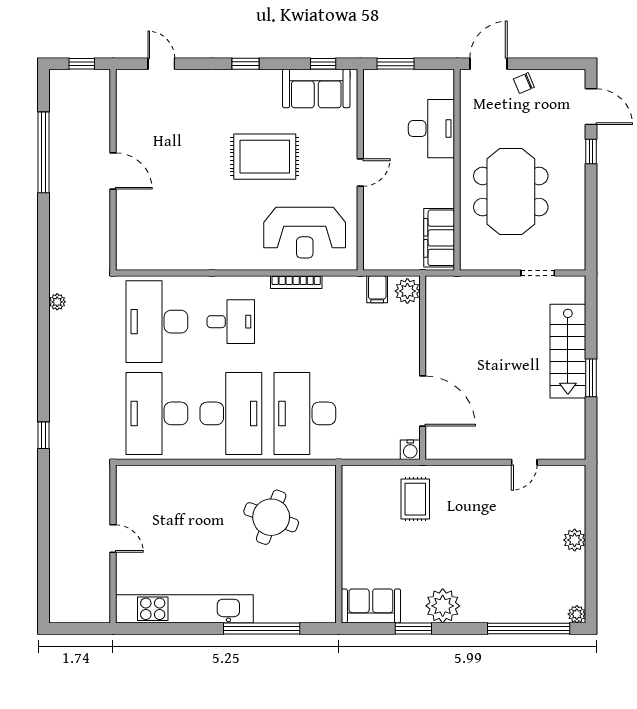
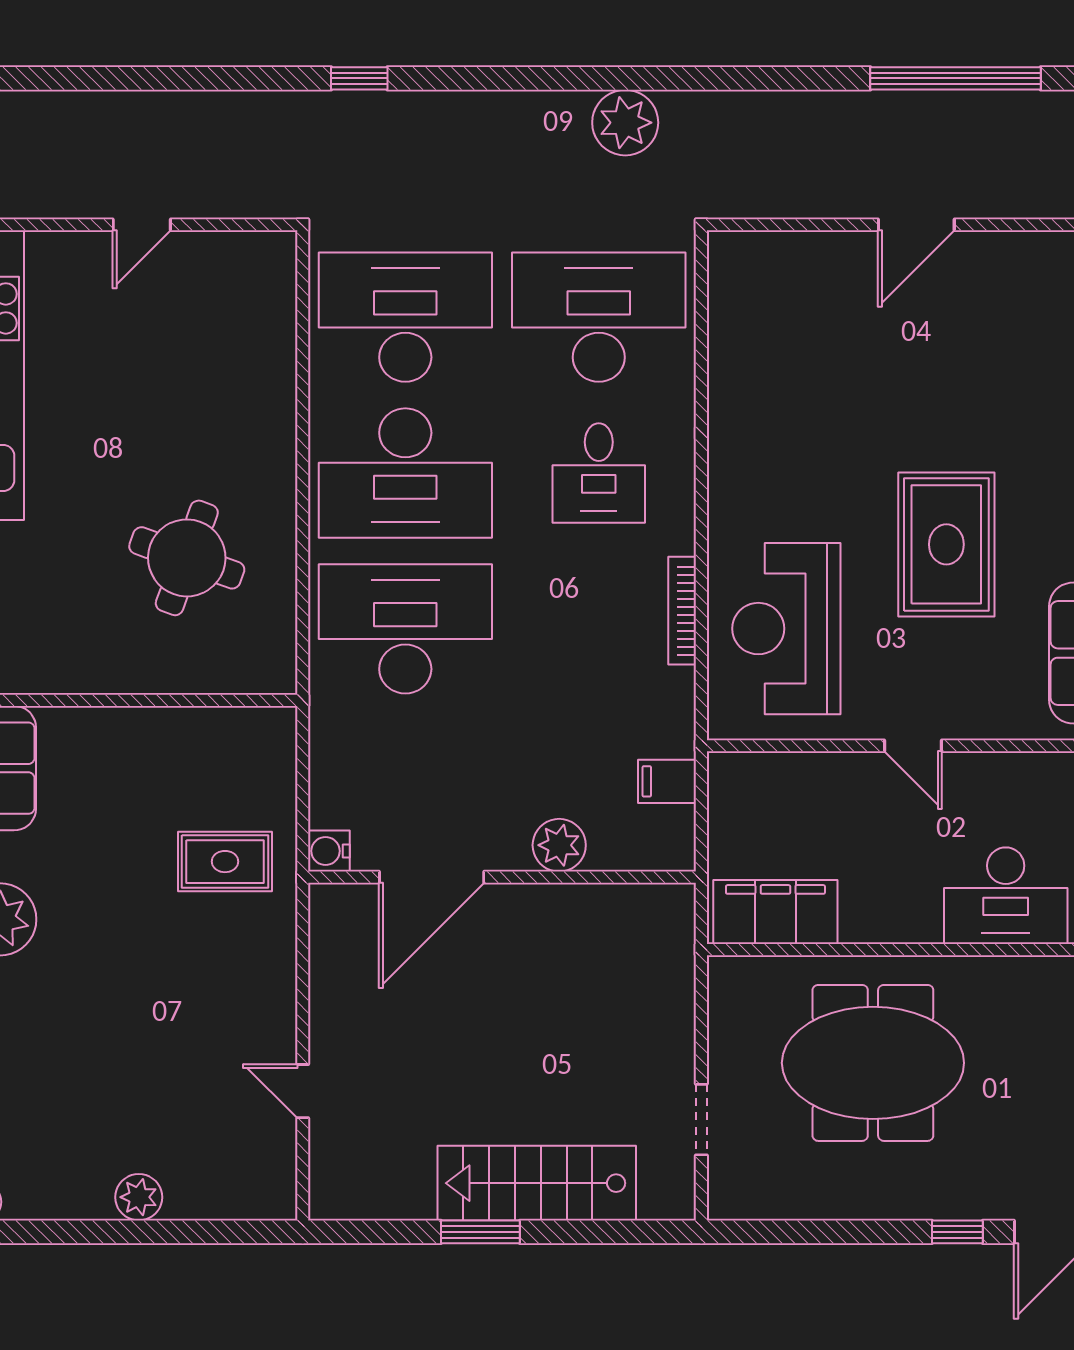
plant: (407, 291) -> (559, 845), moved
plant: (57, 302) -> (625, 123), width x1.87, depth x1.87

